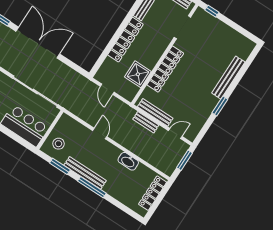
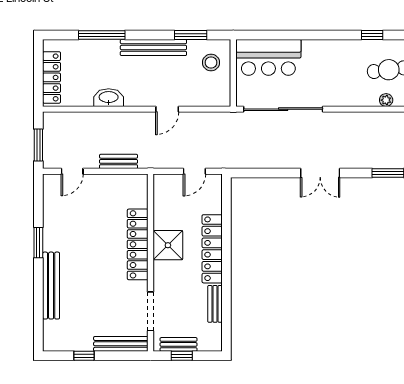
window: (212, 11) -> (84, 356), moved
double door: (38, 43) -> (320, 173), width x0.54
shower: (138, 74) -> (168, 245), moved
door: (107, 89) -> (194, 171), swing flipped
bench: (155, 112) -> (121, 344), moved
door: (100, 134) -> (167, 109), hinge flipped
window: (92, 187) -> (102, 35), moved

